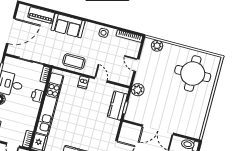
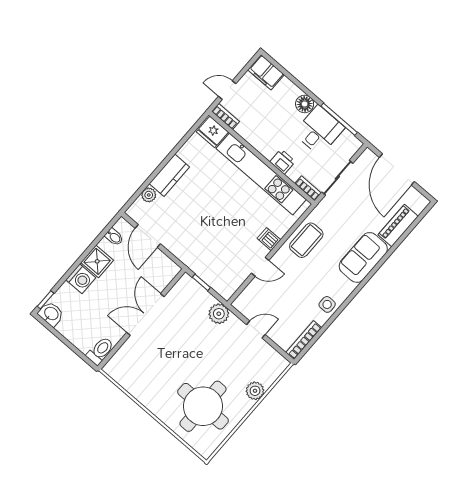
plant: (157, 46) -> (255, 391), moved
kitchen counter: (117, 106) -> (210, 273), removed

